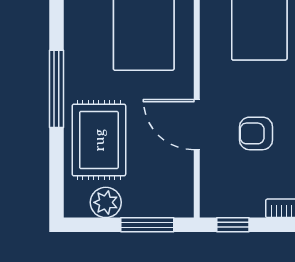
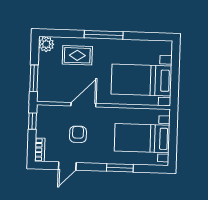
rug: (99, 140) -> (77, 55), width x0.73, depth x0.70
plant: (106, 202) -> (46, 44), moved

